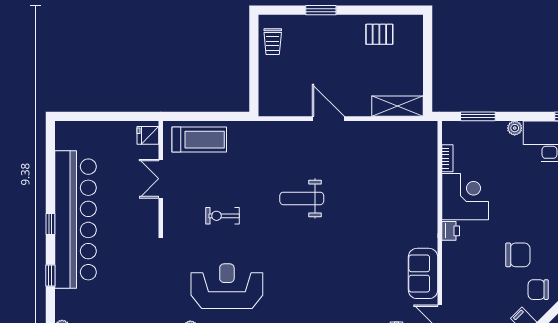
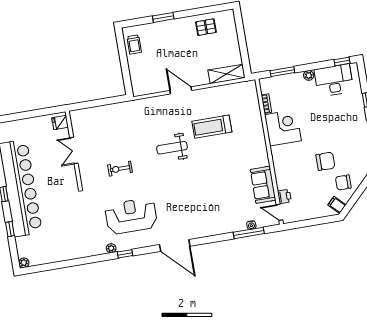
treadmill: (199, 140) -> (212, 127), moved, turned 180
printer: (451, 231) -> (284, 196), moved

